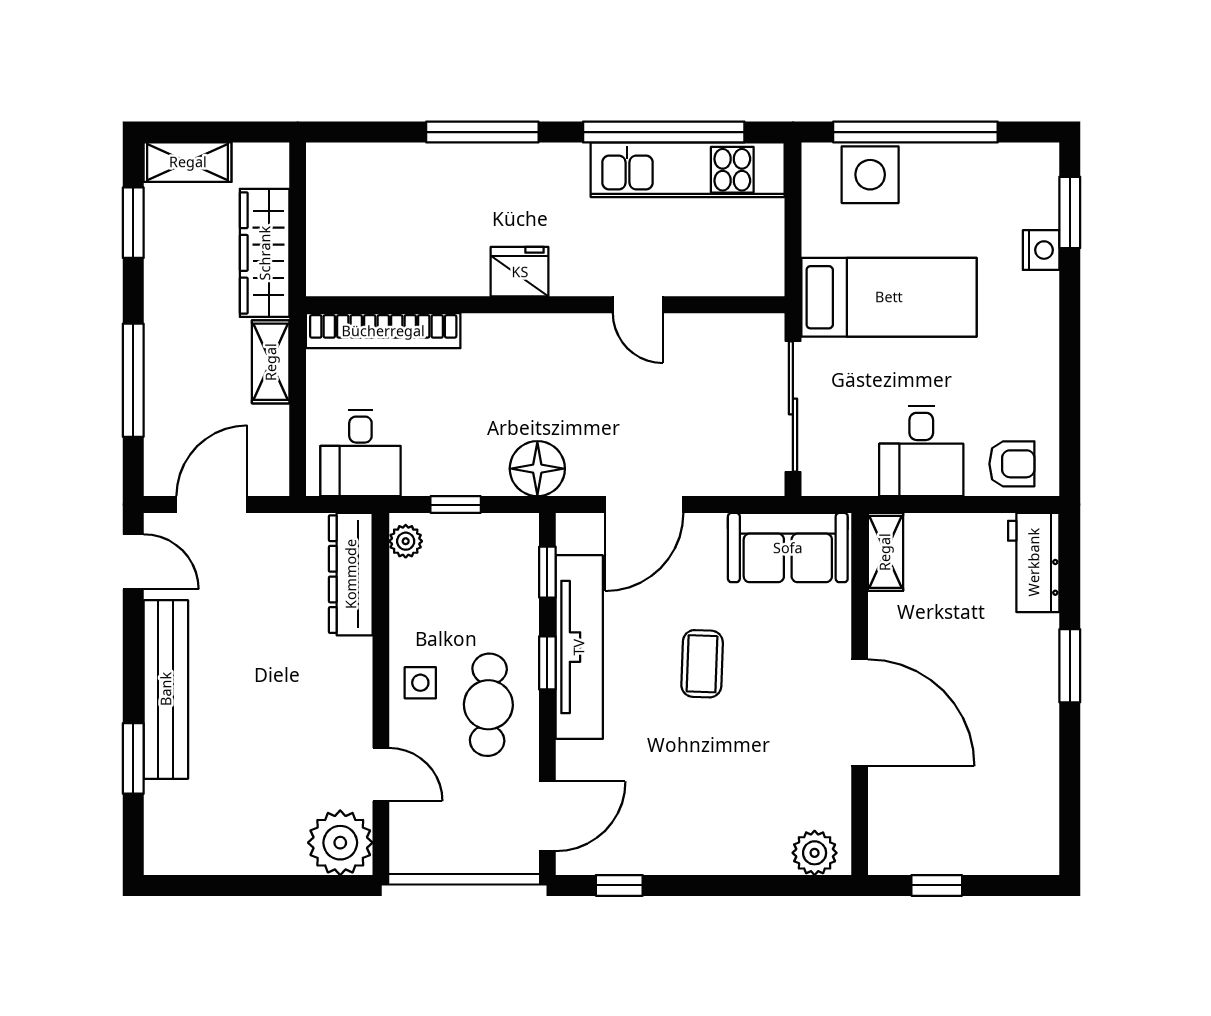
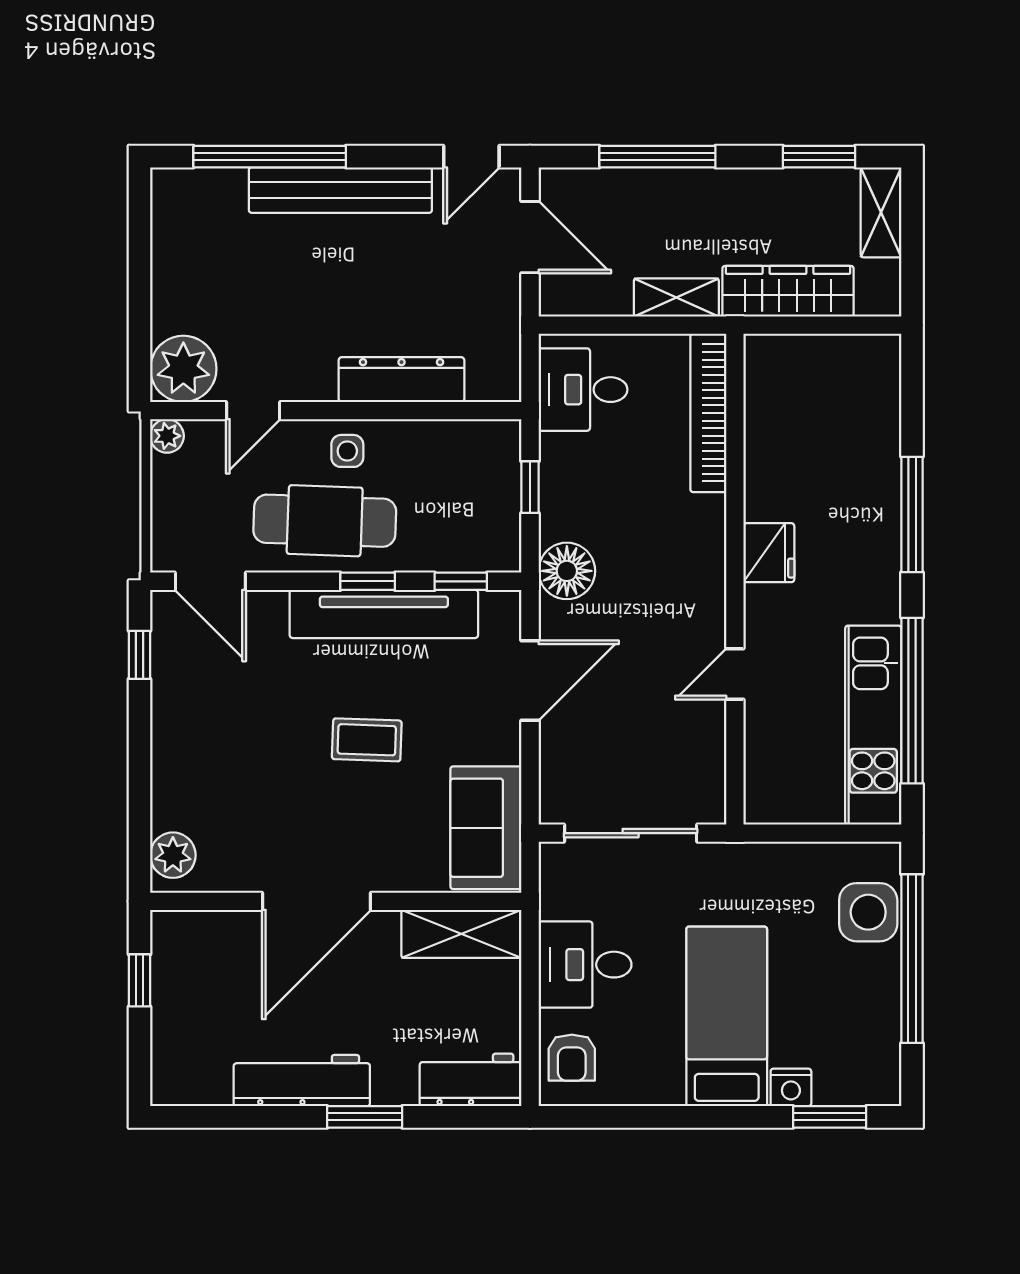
bed: (889, 297) -> (727, 1016), moved, turned 180
door: (644, 505) -> (530, 681), swing flipped
plant: (406, 541) -> (167, 436), moved
shelving: (885, 552) -> (461, 934), width x1.50, depth x1.33
dresser: (351, 574) -> (402, 380), moved
cafe table: (488, 705) -> (325, 521), width x1.37, depth x1.35
workbench: (1034, 727) -> (302, 1081), added
window: (133, 758) -> (270, 157), width x2.11

